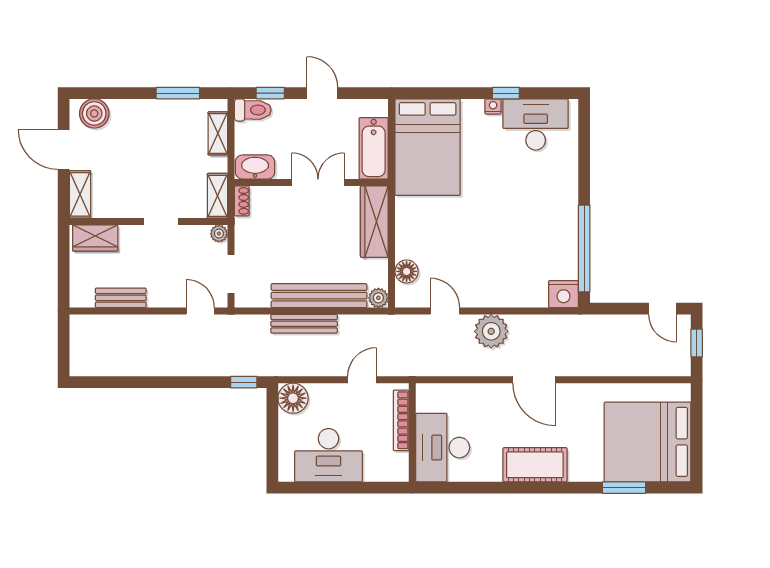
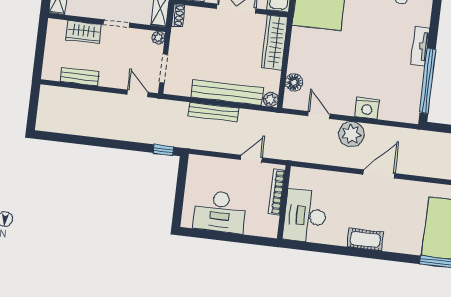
tv unit: (569, 203) -> (420, 46), added
wardrobe: (95, 238) -> (83, 32), moved
nightstand: (564, 294) -> (367, 108), moved
door: (534, 380) -> (379, 174), swing flipped
floor lamp: (293, 398) -> (199, 166), removed
cot: (535, 465) -> (365, 239), width x0.73, depth x0.75

